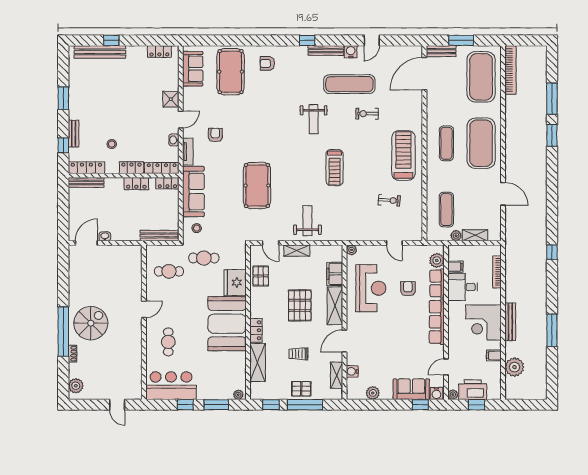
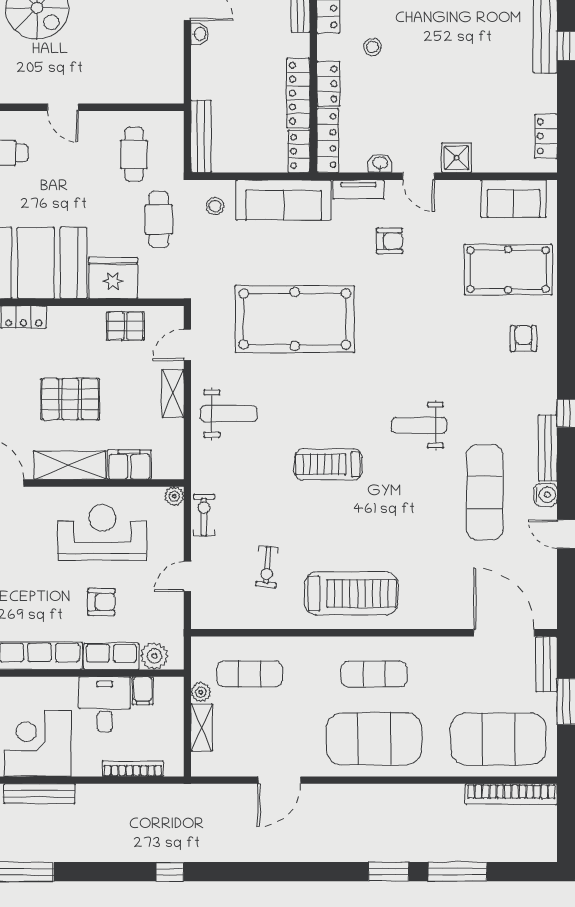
exercise bike: (367, 114) -> (204, 515), moved
locker: (136, 184) -> (298, 93), width x1.53
pool table: (257, 186) -> (295, 319), width x1.36, depth x1.32
reception desk: (371, 288) -> (102, 532), turned 180

